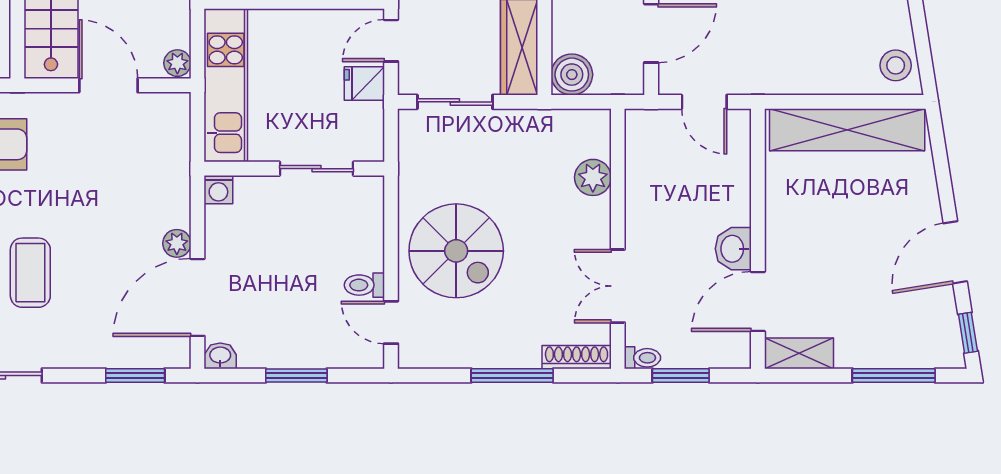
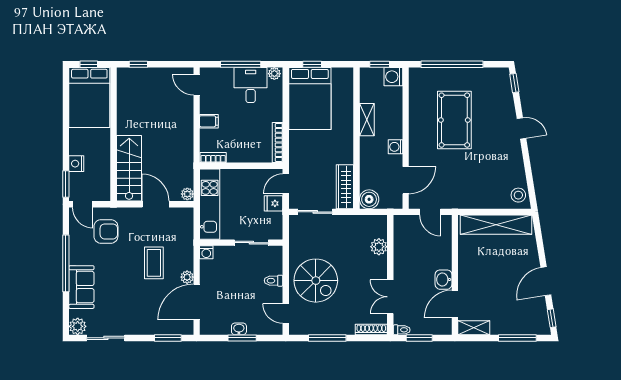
coffee table: (30, 273) -> (154, 263), moved
toilet: (364, 285) -> (273, 281), moved
washbasin: (220, 356) -> (239, 329), moved
window: (512, 375) -> (327, 338), moved

